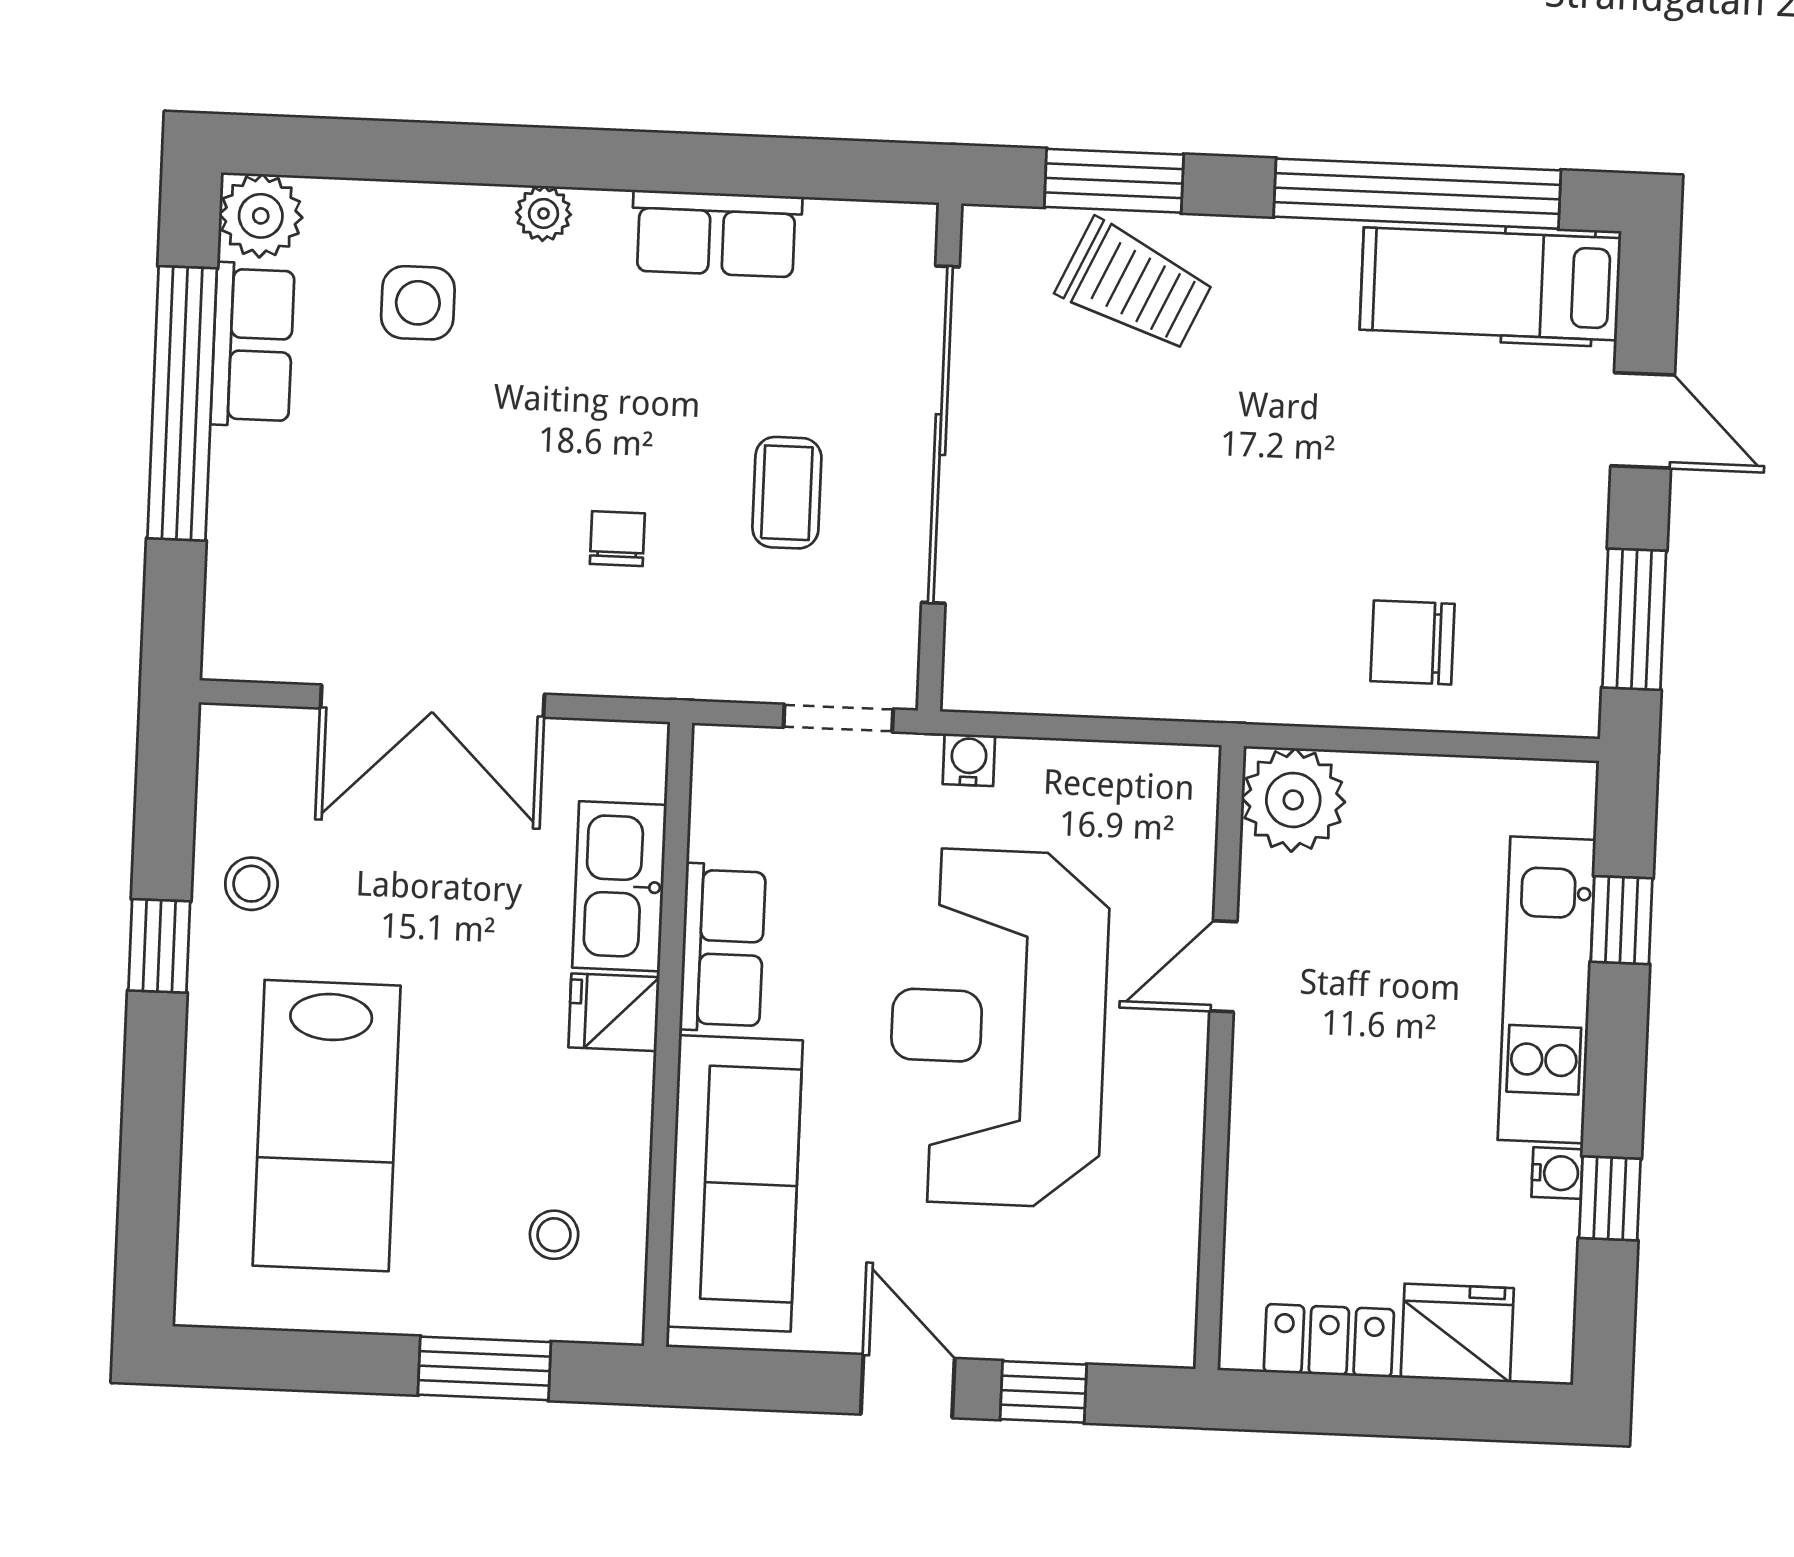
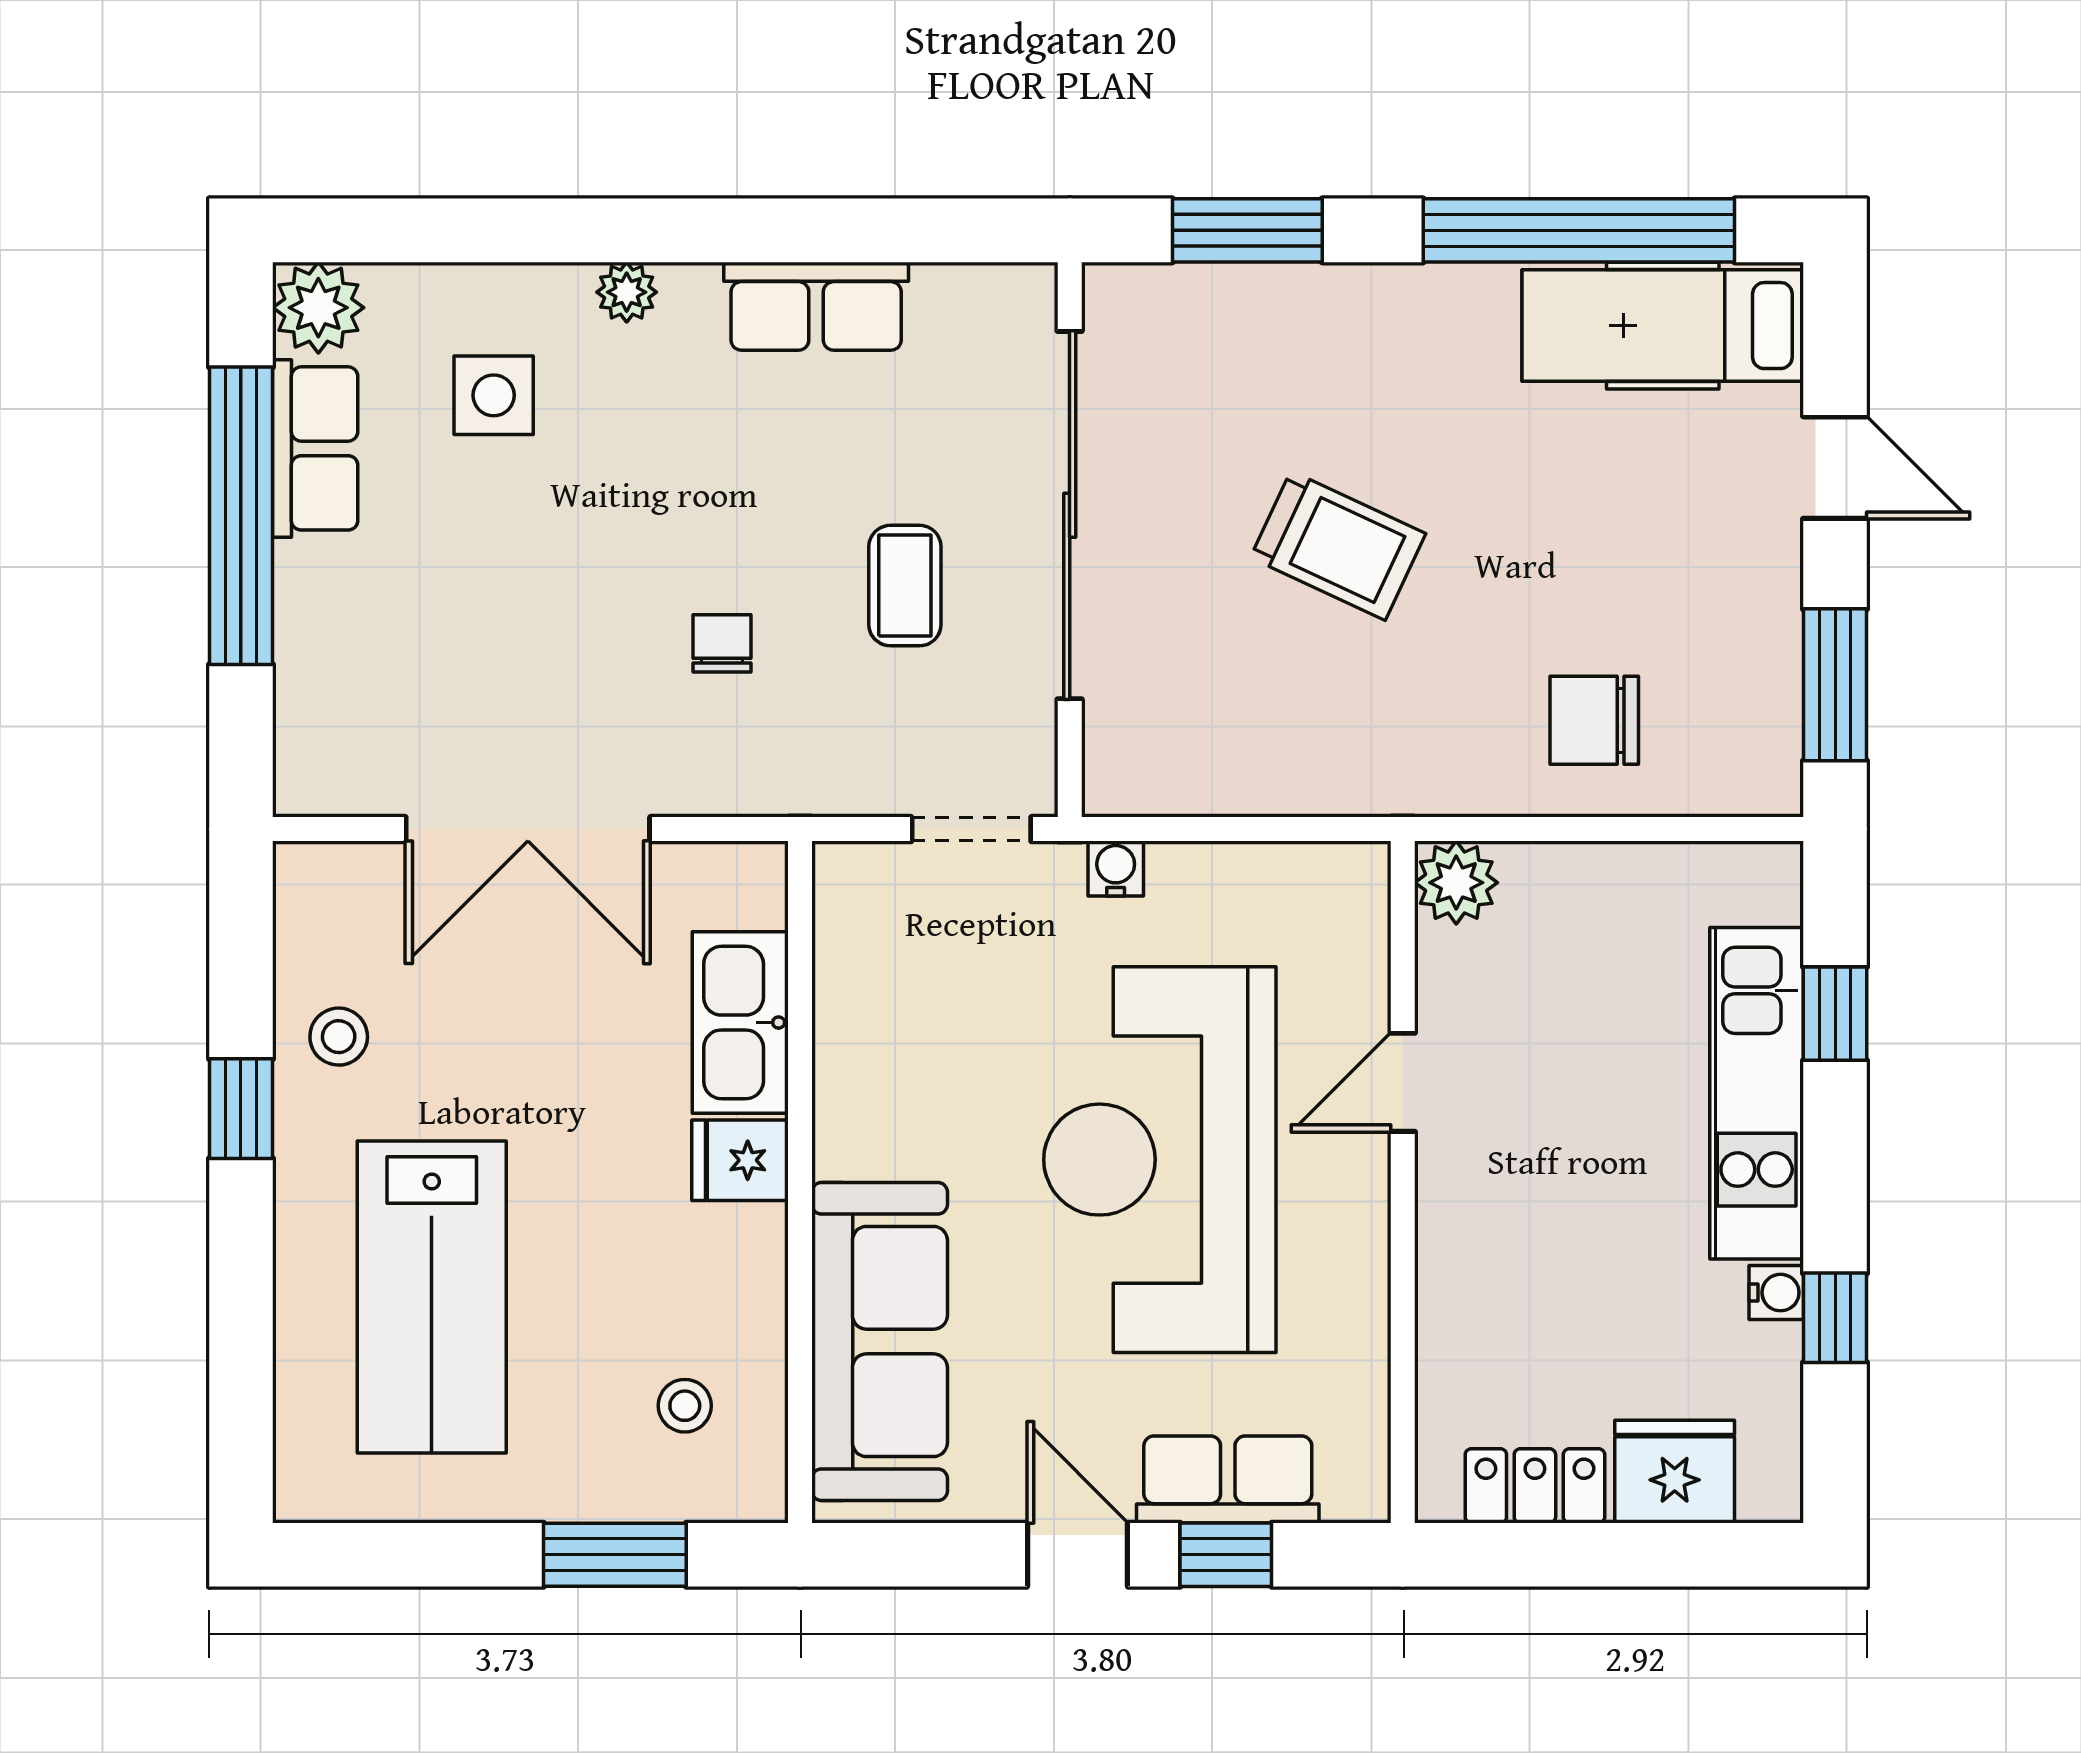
trolley: (1135, 286) -> (1338, 546), moved
plant: (1293, 800) -> (1456, 883), width x0.73, depth x0.73
row of seats: (723, 948) -> (1228, 1479), moved, turned -90

